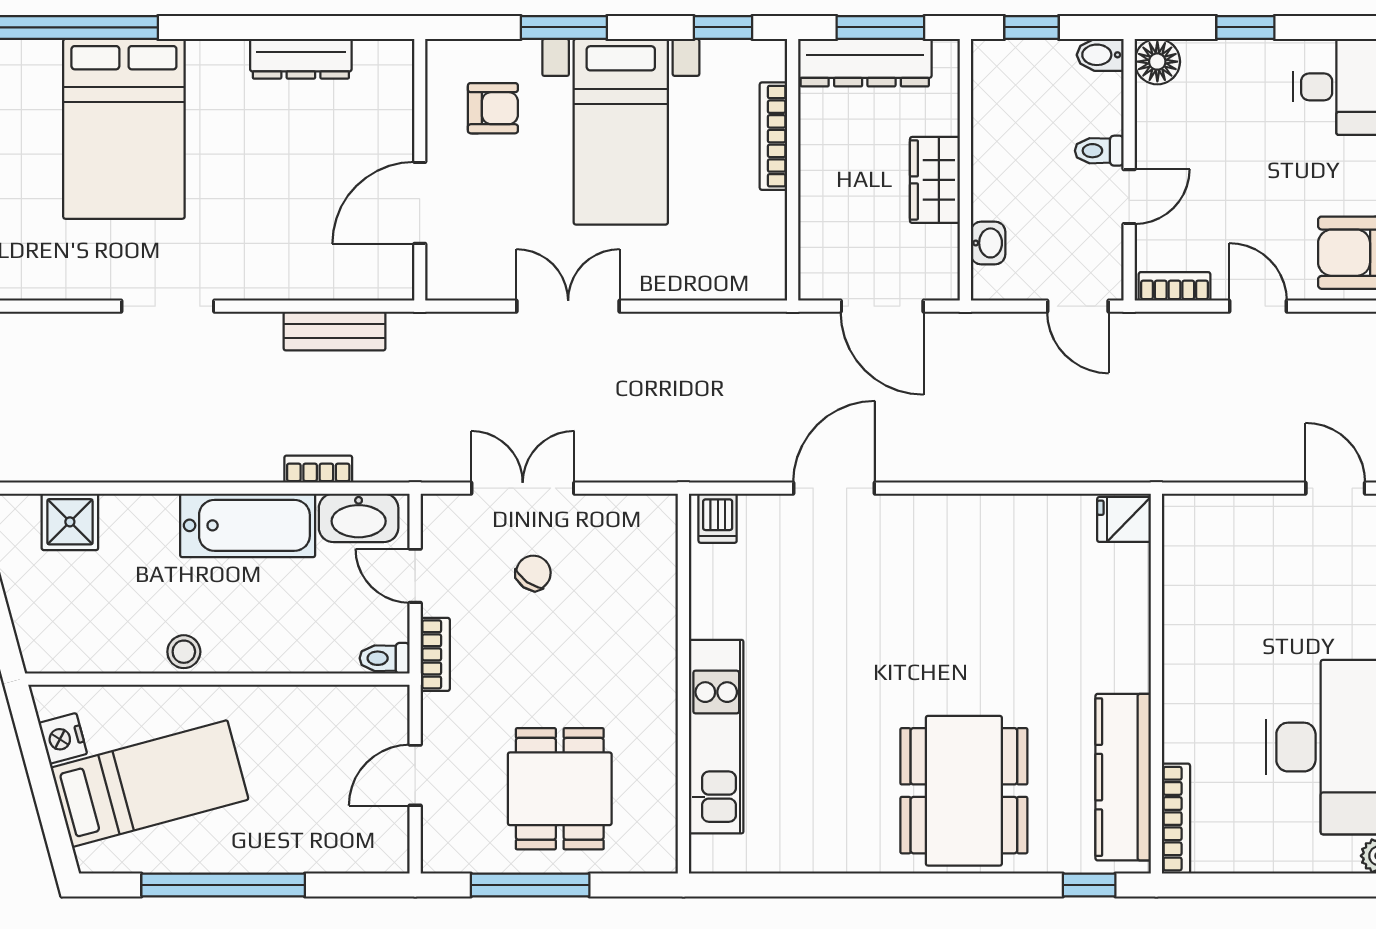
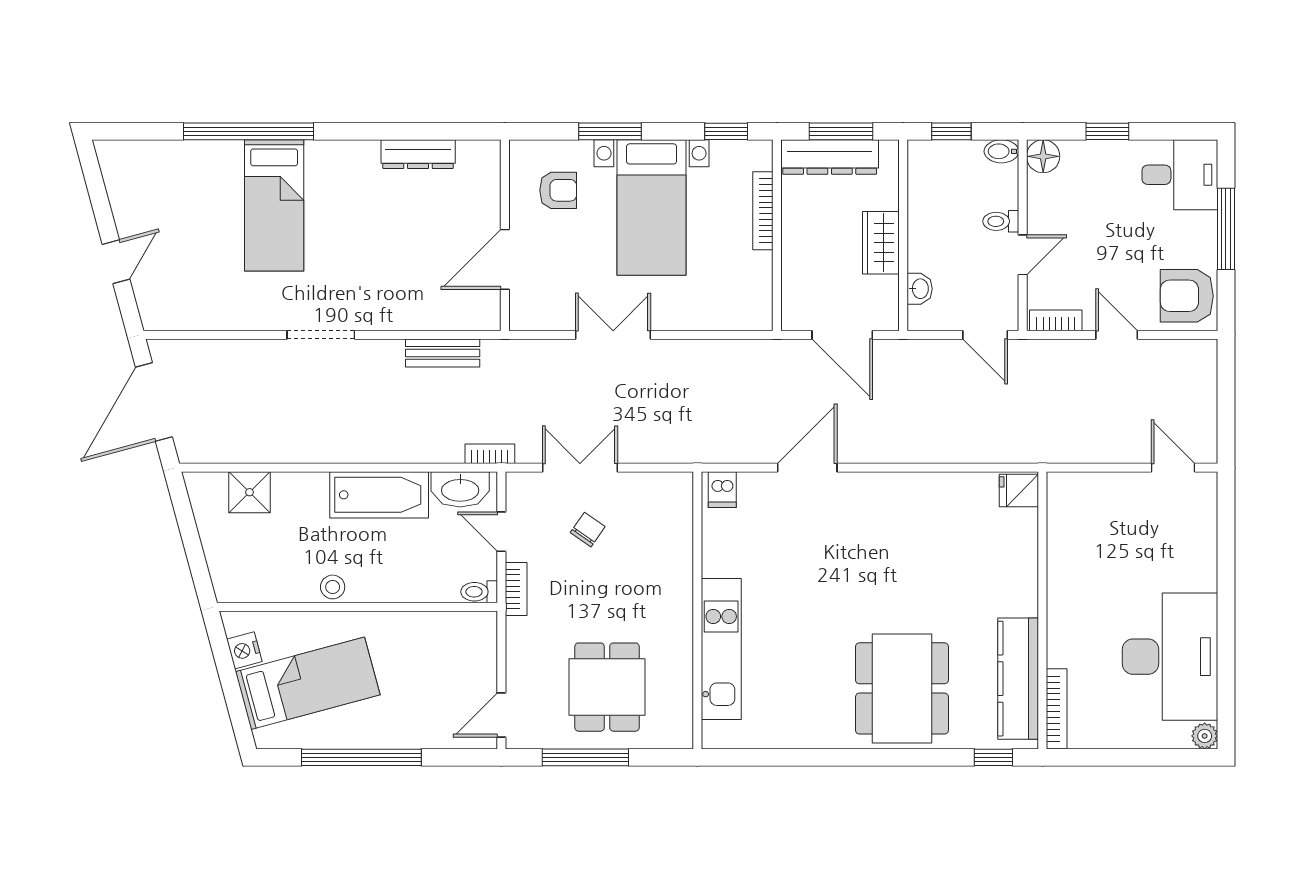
bed: (124, 129) -> (274, 205), width x0.67
bookcase: (318, 469) -> (490, 454), moved
door: (415, 775) -> (501, 715), moved

